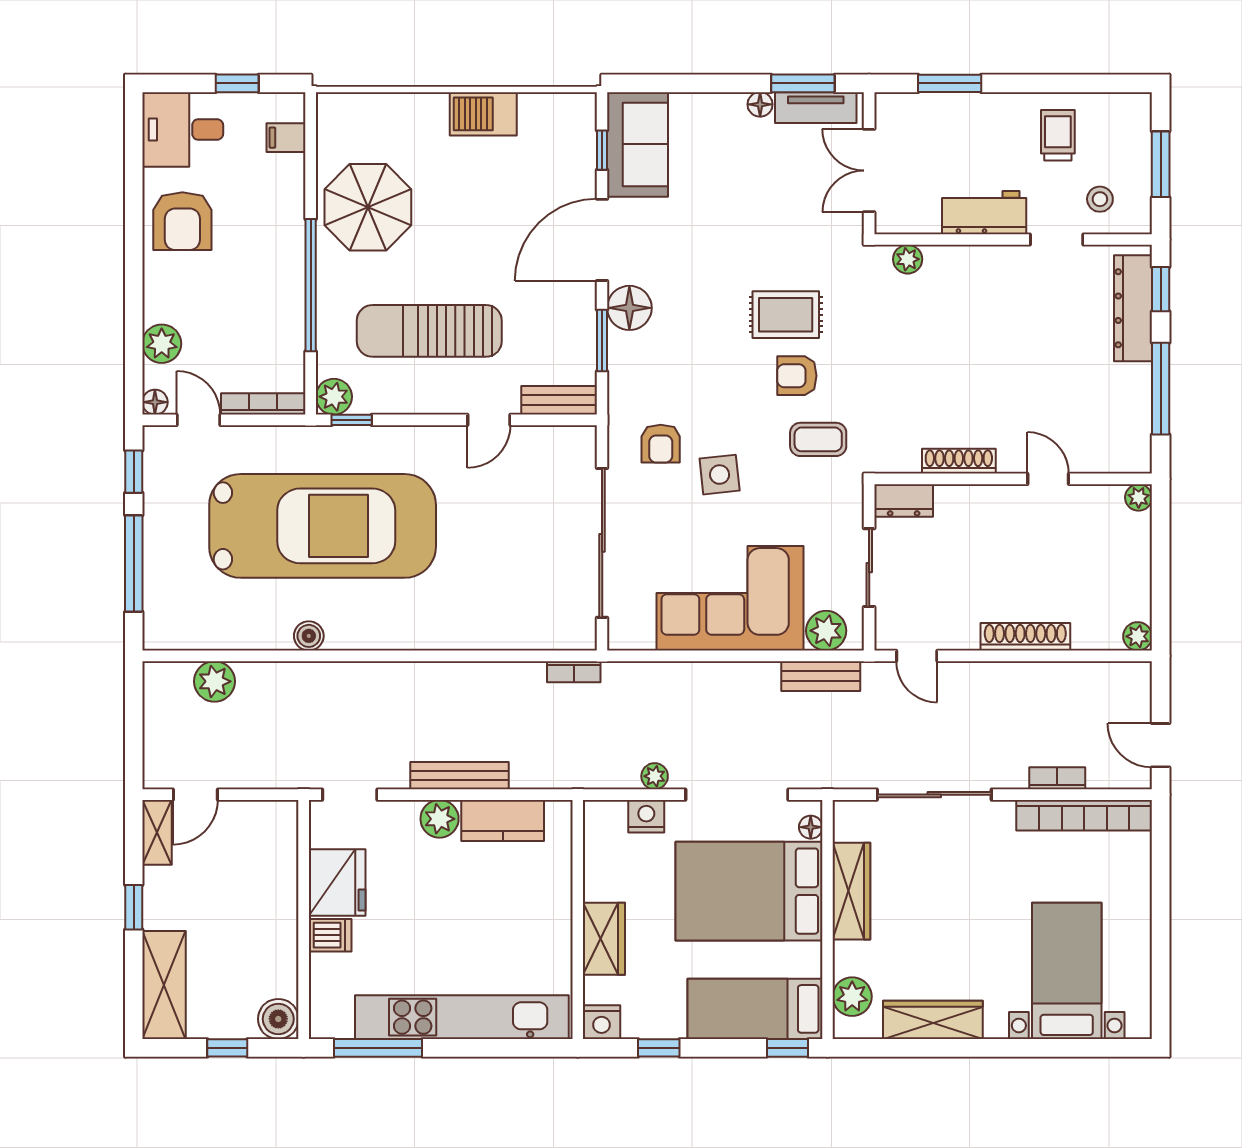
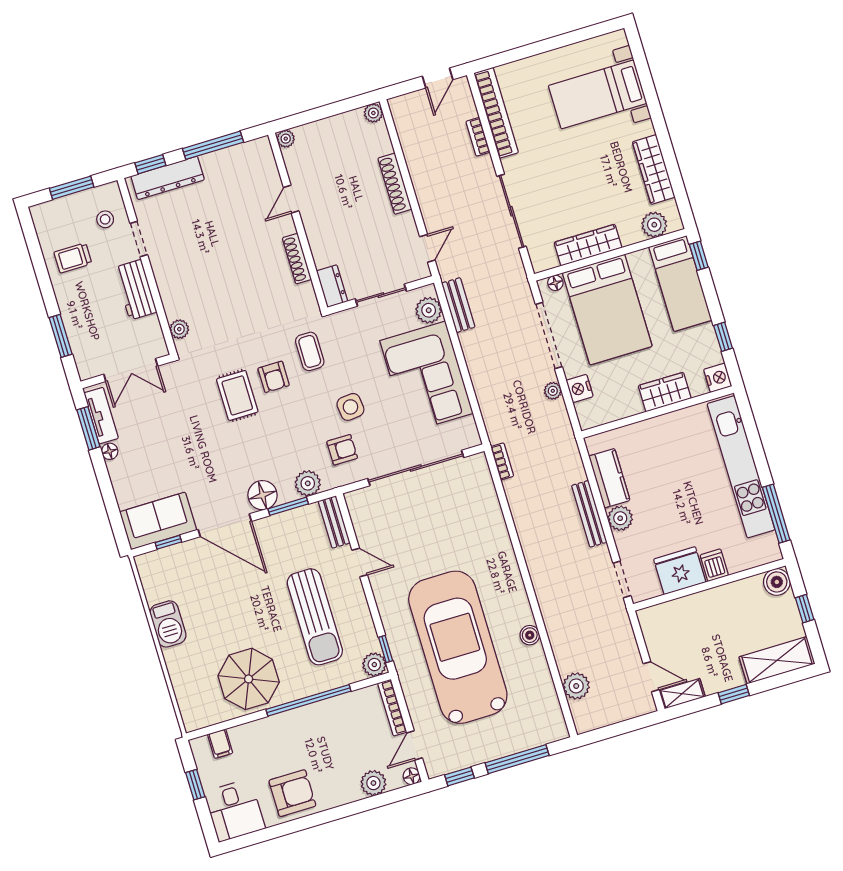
plant: (627, 379) -> (308, 483), added

